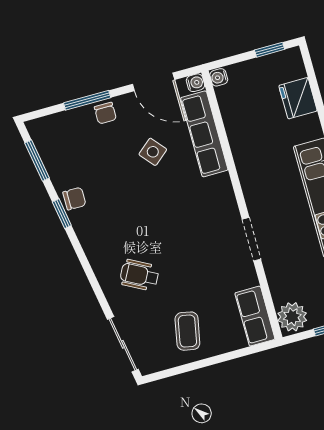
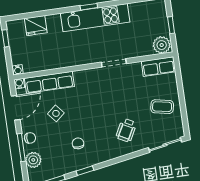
plant: (69, 123) -> (33, 160), added
chair: (74, 199) -> (78, 143), moved

